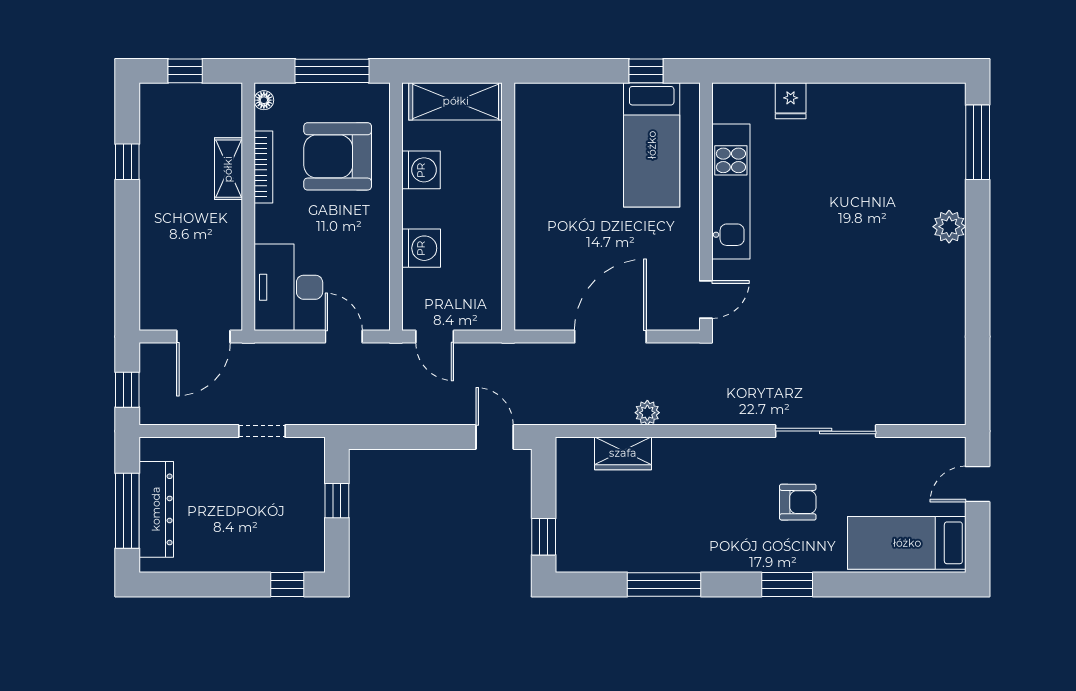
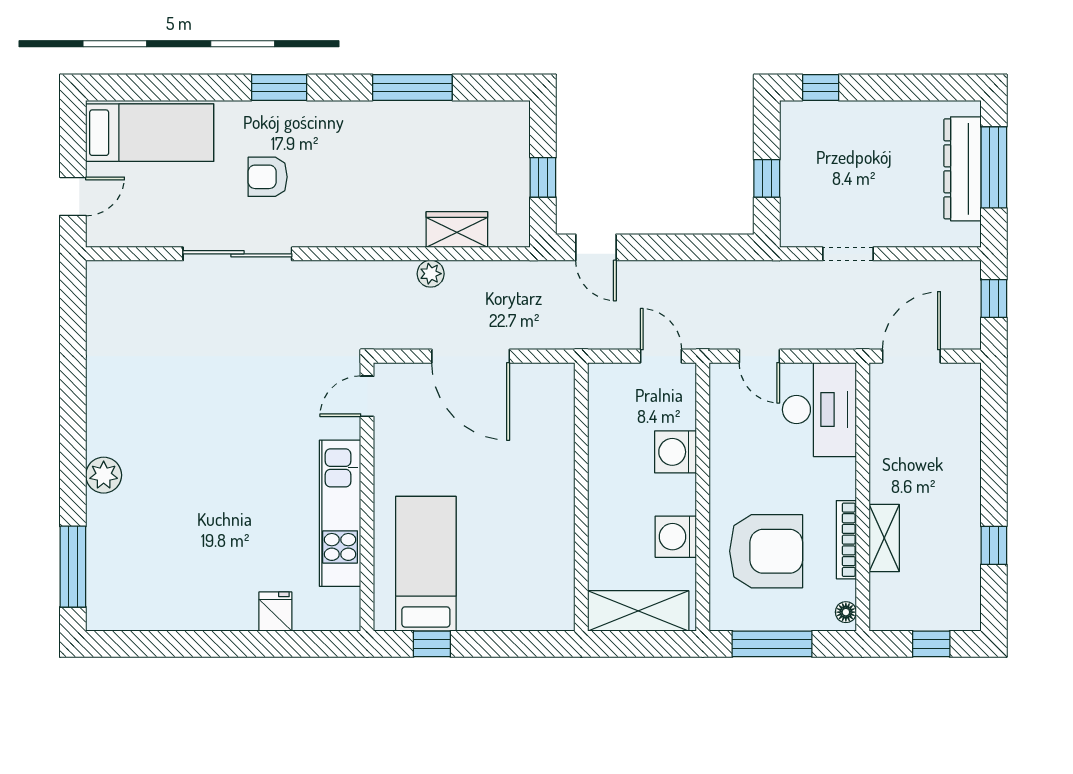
door: (610, 337) -> (471, 356), hinge flipped
window: (544, 537) -> (543, 177), moved

